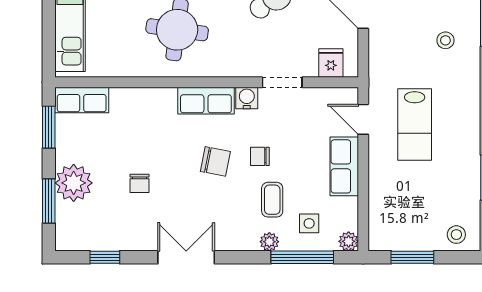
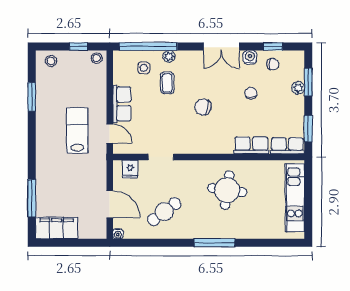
stool: (445, 40) -> (97, 58), moved
water cooler: (247, 98) -> (250, 57), moved, turned 180
row of seats: (206, 101) -> (251, 145), moved
chair: (260, 156) -> (273, 64), moved
plant: (74, 183) -> (298, 88), width x0.53, depth x0.53
plant: (349, 241) -> (119, 57), removed
window: (302, 257) -> (148, 46), width x1.46
window: (412, 257) -> (79, 46), width x0.67

